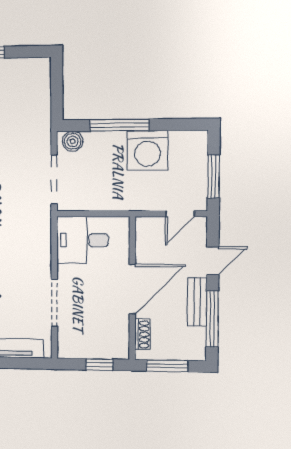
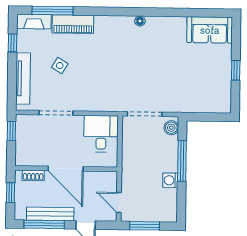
washing machine: (147, 151) -> (170, 180), width x0.53, depth x0.53
bench: (197, 302) -> (50, 214), width x1.36
window: (99, 365) -> (11, 131), moved
window: (167, 366) -> (11, 193), width x0.67

